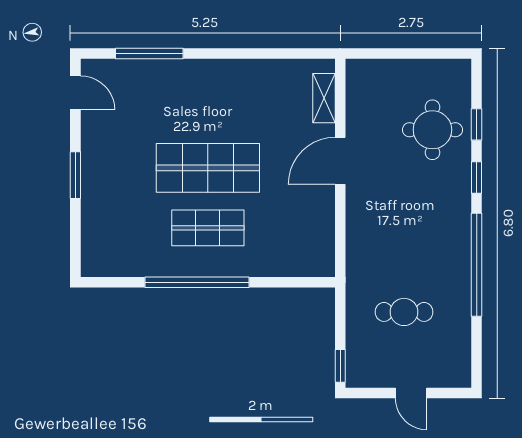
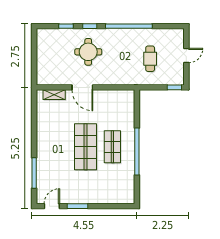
round table: (432, 130) -> (88, 52), moved
window: (75, 175) -> (77, 206), moved

